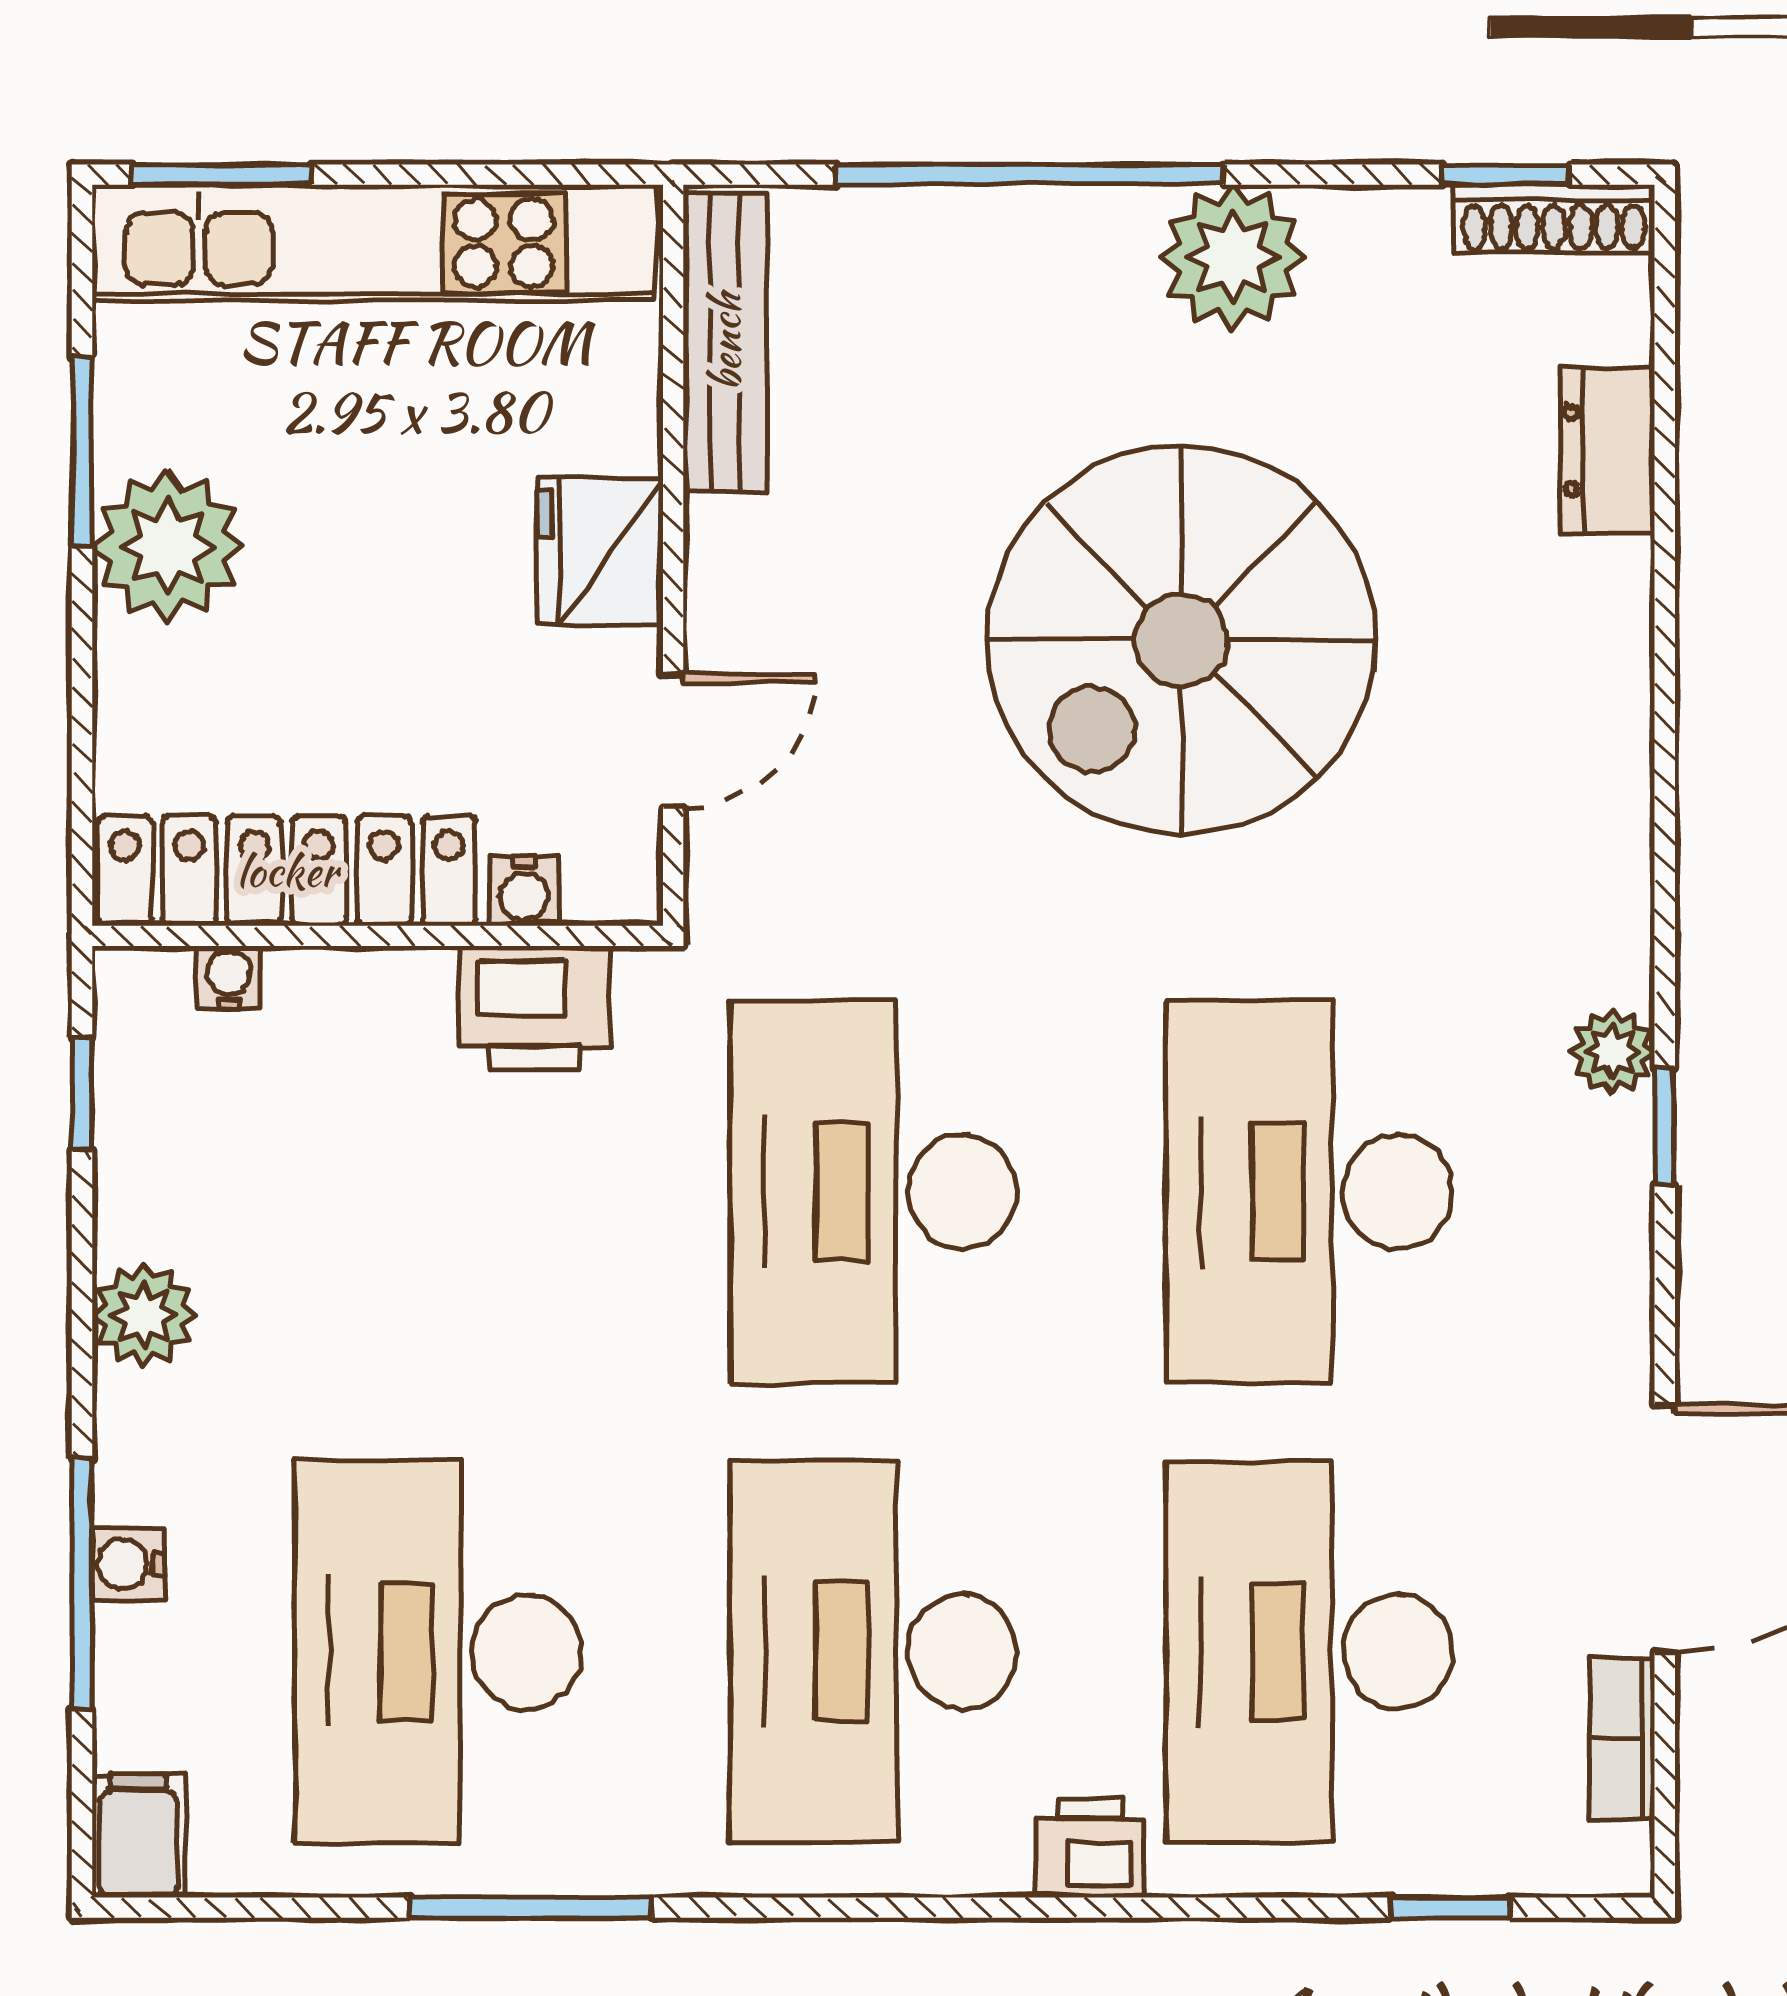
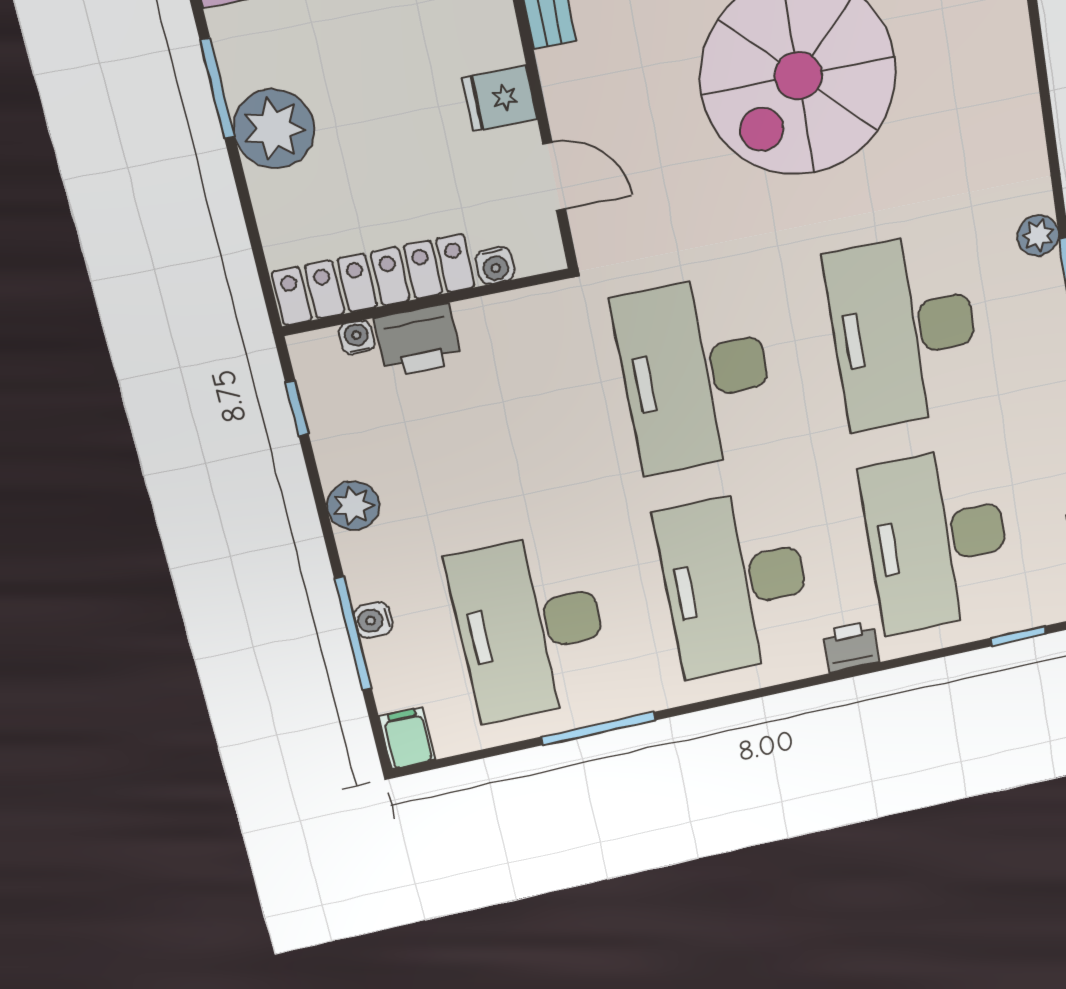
fridge: (600, 551) -> (500, 98), width x0.72
door: (673, 741) -> (554, 176), hinge flipped
printer: (534, 1008) -> (418, 341), moved

